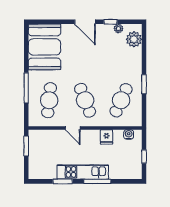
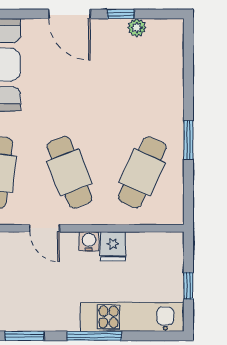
plant: (134, 39) -> (168, 49), removed
water cooler: (129, 134) -> (89, 241), moved
kitchen unit: (83, 172) -> (132, 317), moved

